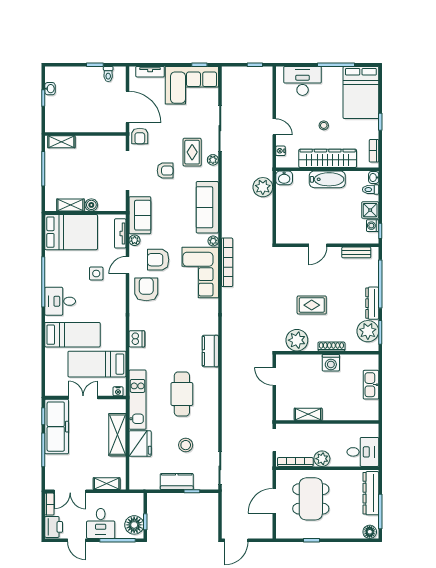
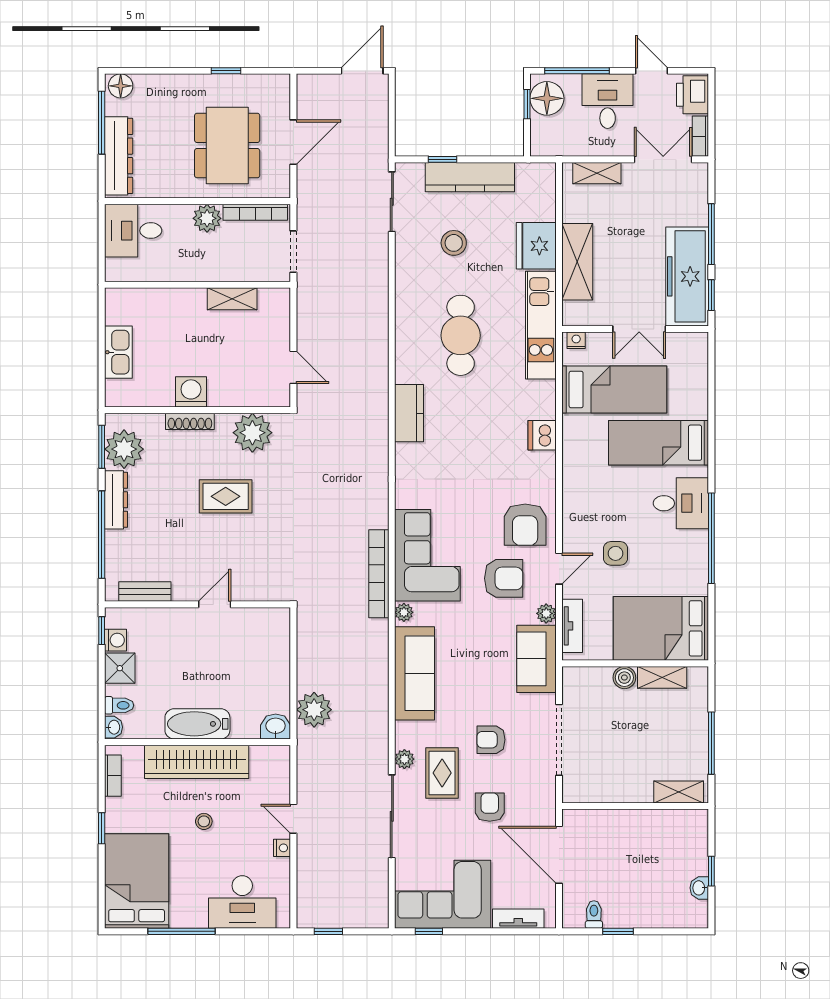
armchair: (140, 136) -> (490, 807), moved
nightstand: (280, 151) -> (282, 848), moved
kitchen counter: (177, 481) -> (470, 177), width x1.50

